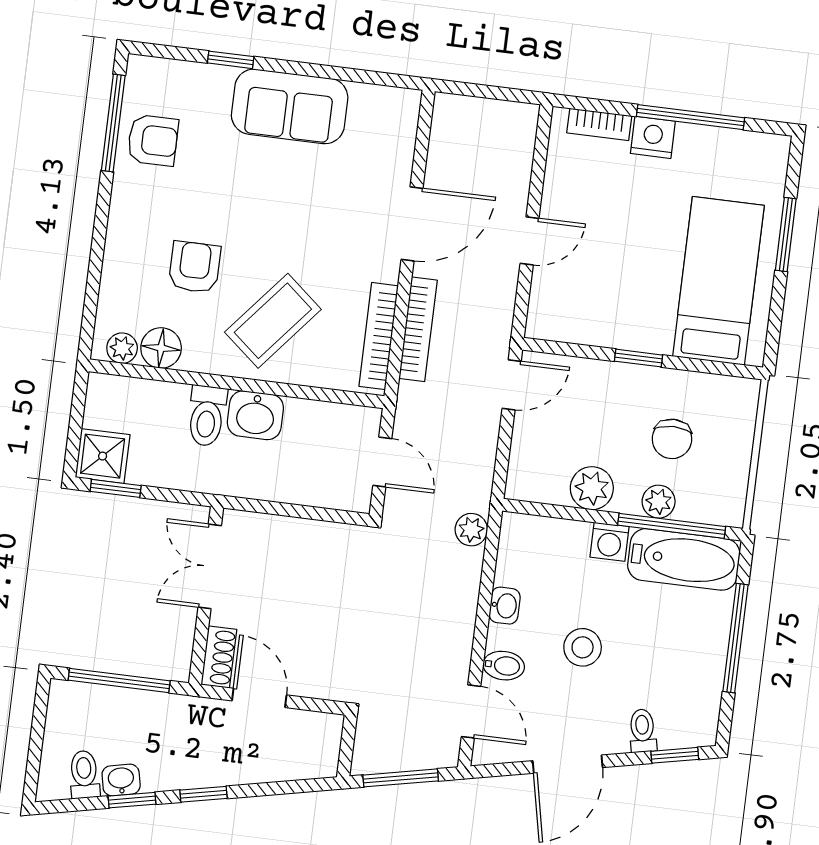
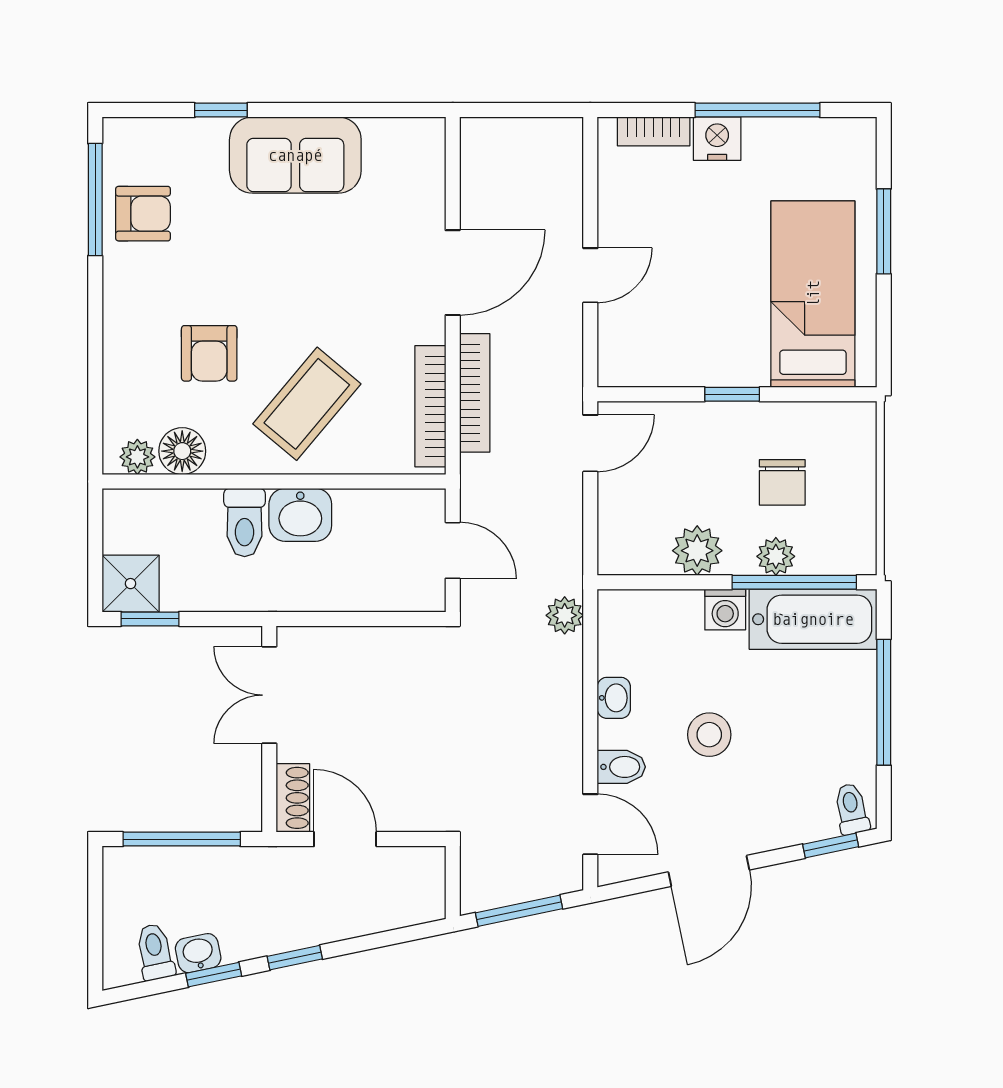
armchair: (195, 267) -> (209, 353), turned 180
toilet: (643, 731) -> (852, 809), moved

